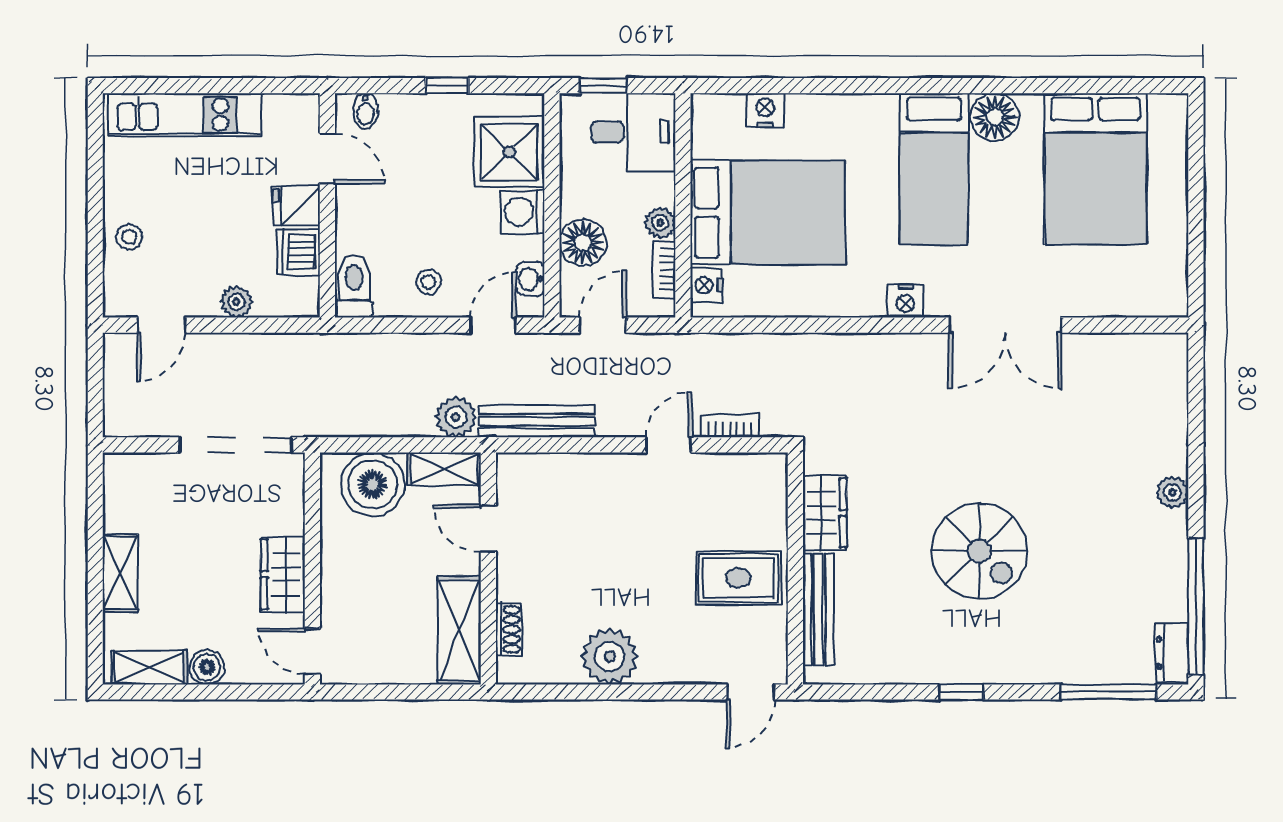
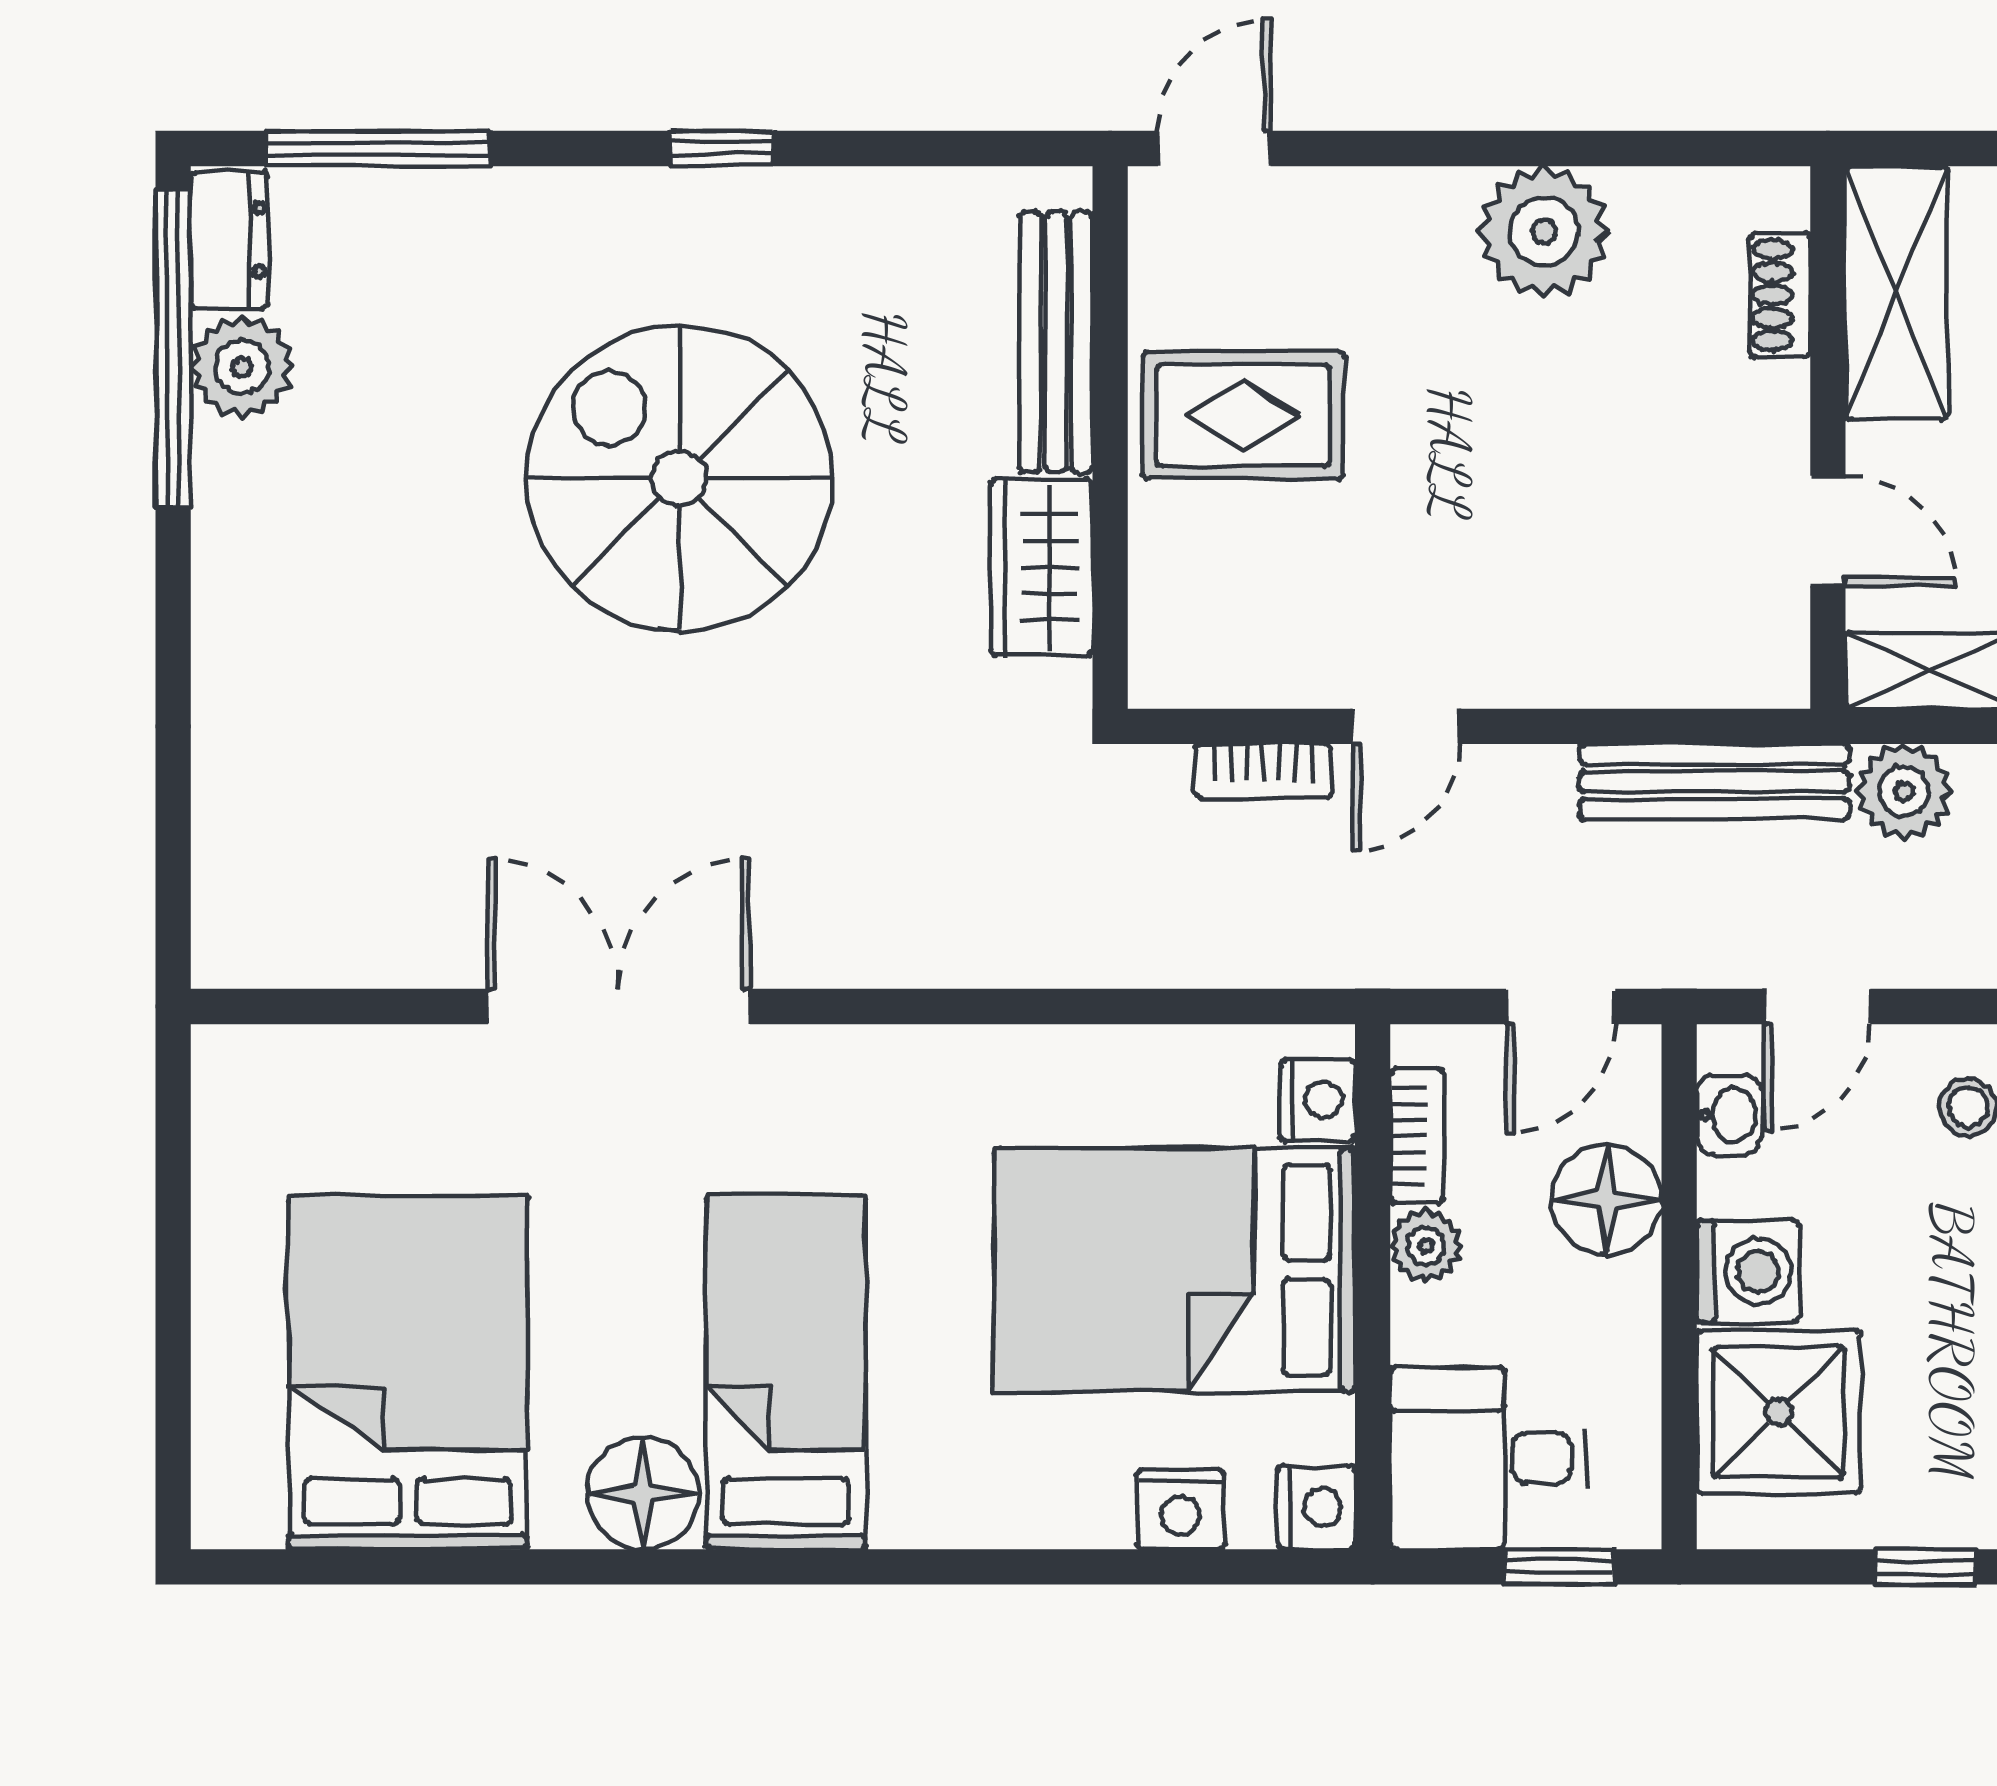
nightstand: (905, 301) -> (1317, 1507), moved, turned 90
plant: (1172, 492) -> (242, 367), moved, width x1.38, depth x1.38
spiral stairs: (979, 551) -> (679, 478), width x1.37, depth x1.37

